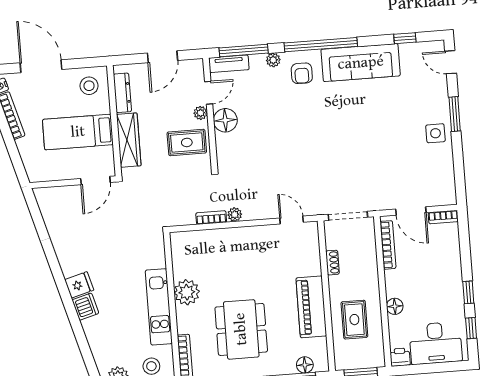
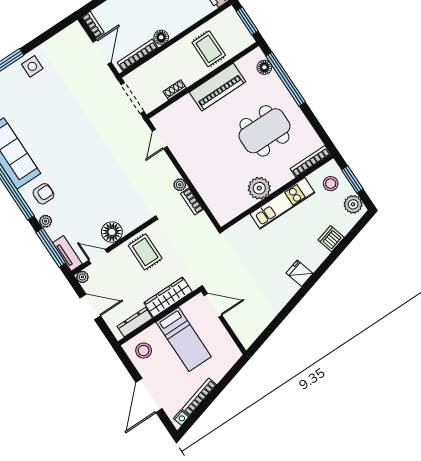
plant: (201, 113) -> (82, 277), moved
floor lamp: (395, 306) -> (161, 37), moved
dishwasher: (85, 307) -> (331, 239), moved
rug: (354, 320) -> (209, 49), turned 90

